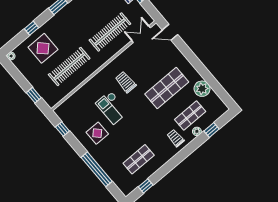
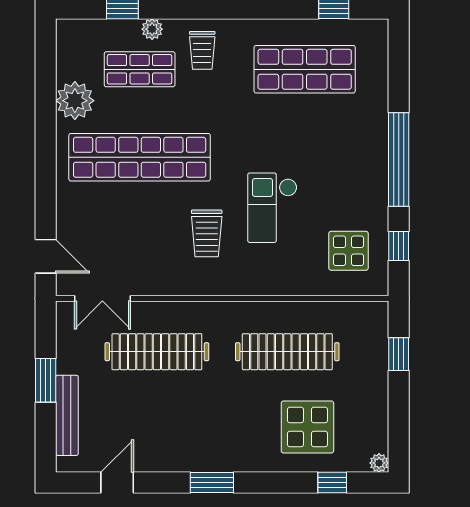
window: (32, 28) -> (332, 482), moved
shop shelf: (167, 88) -> (140, 157), width x1.40
checkout: (112, 107) -> (272, 208), turned 180
display table: (97, 133) -> (349, 251), moved
shop shelf: (139, 159) -> (305, 69), width x1.43, depth x1.36
window: (97, 169) -> (399, 159), moved

